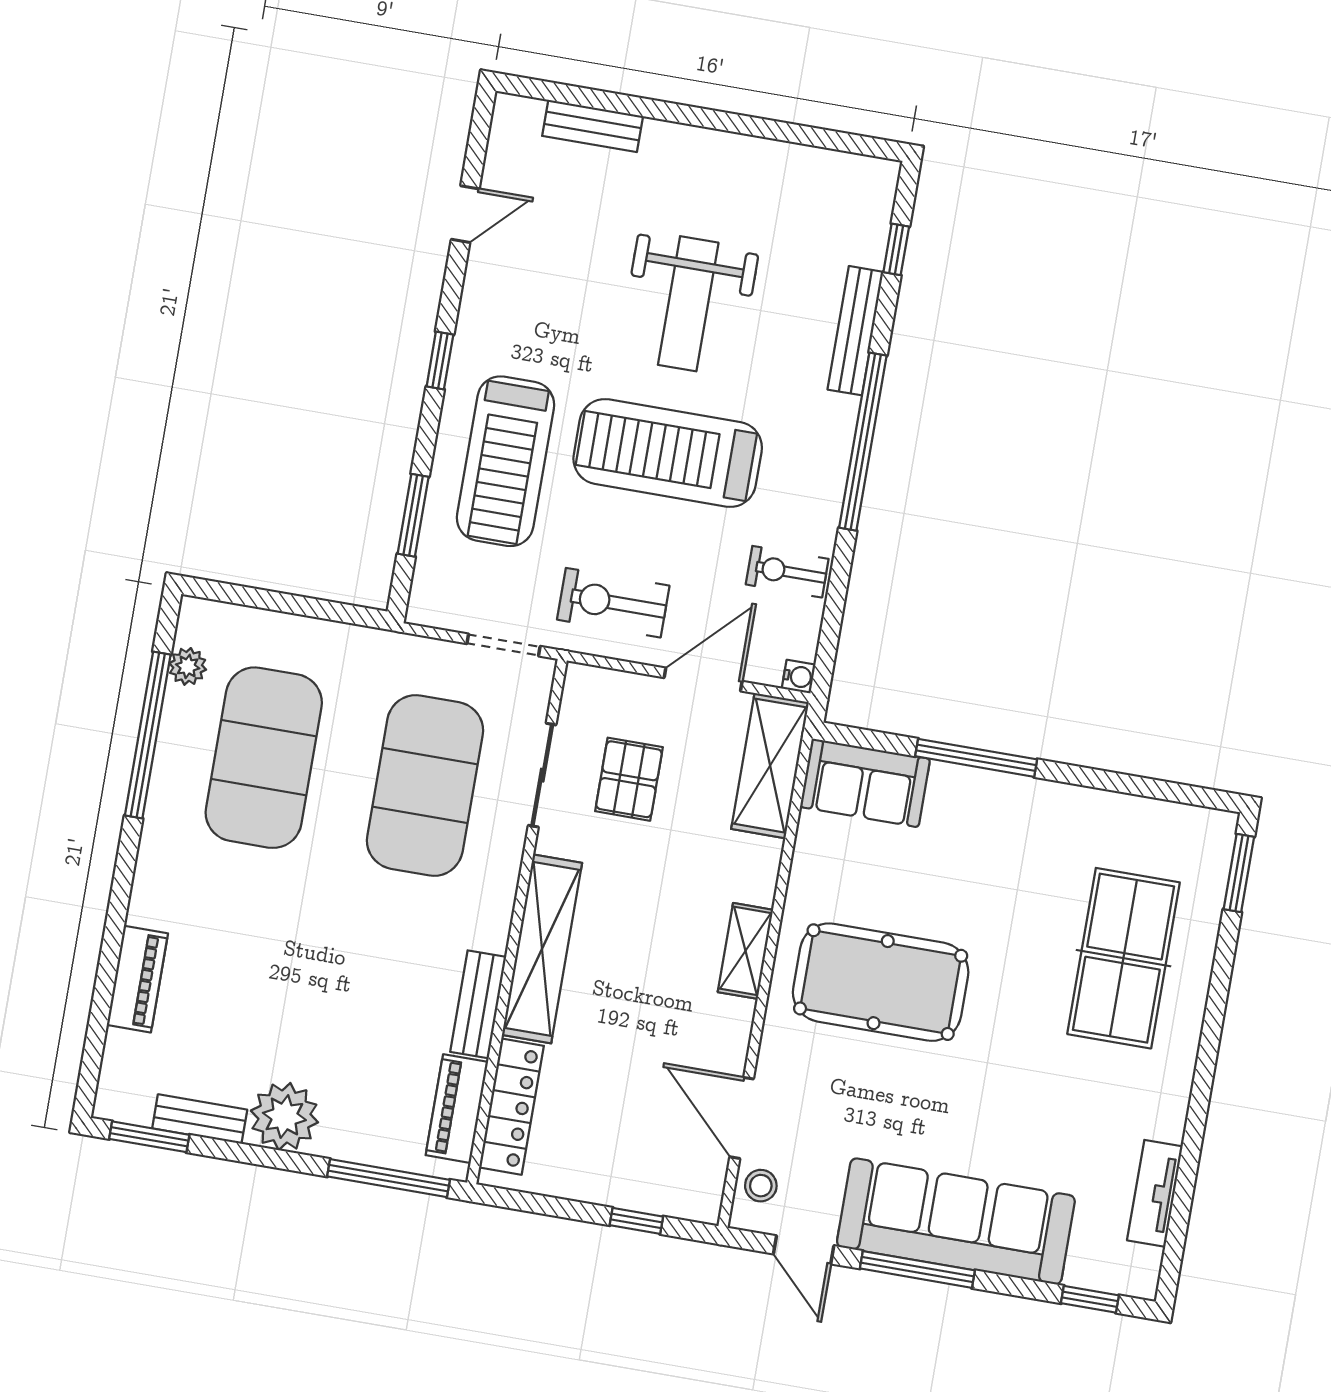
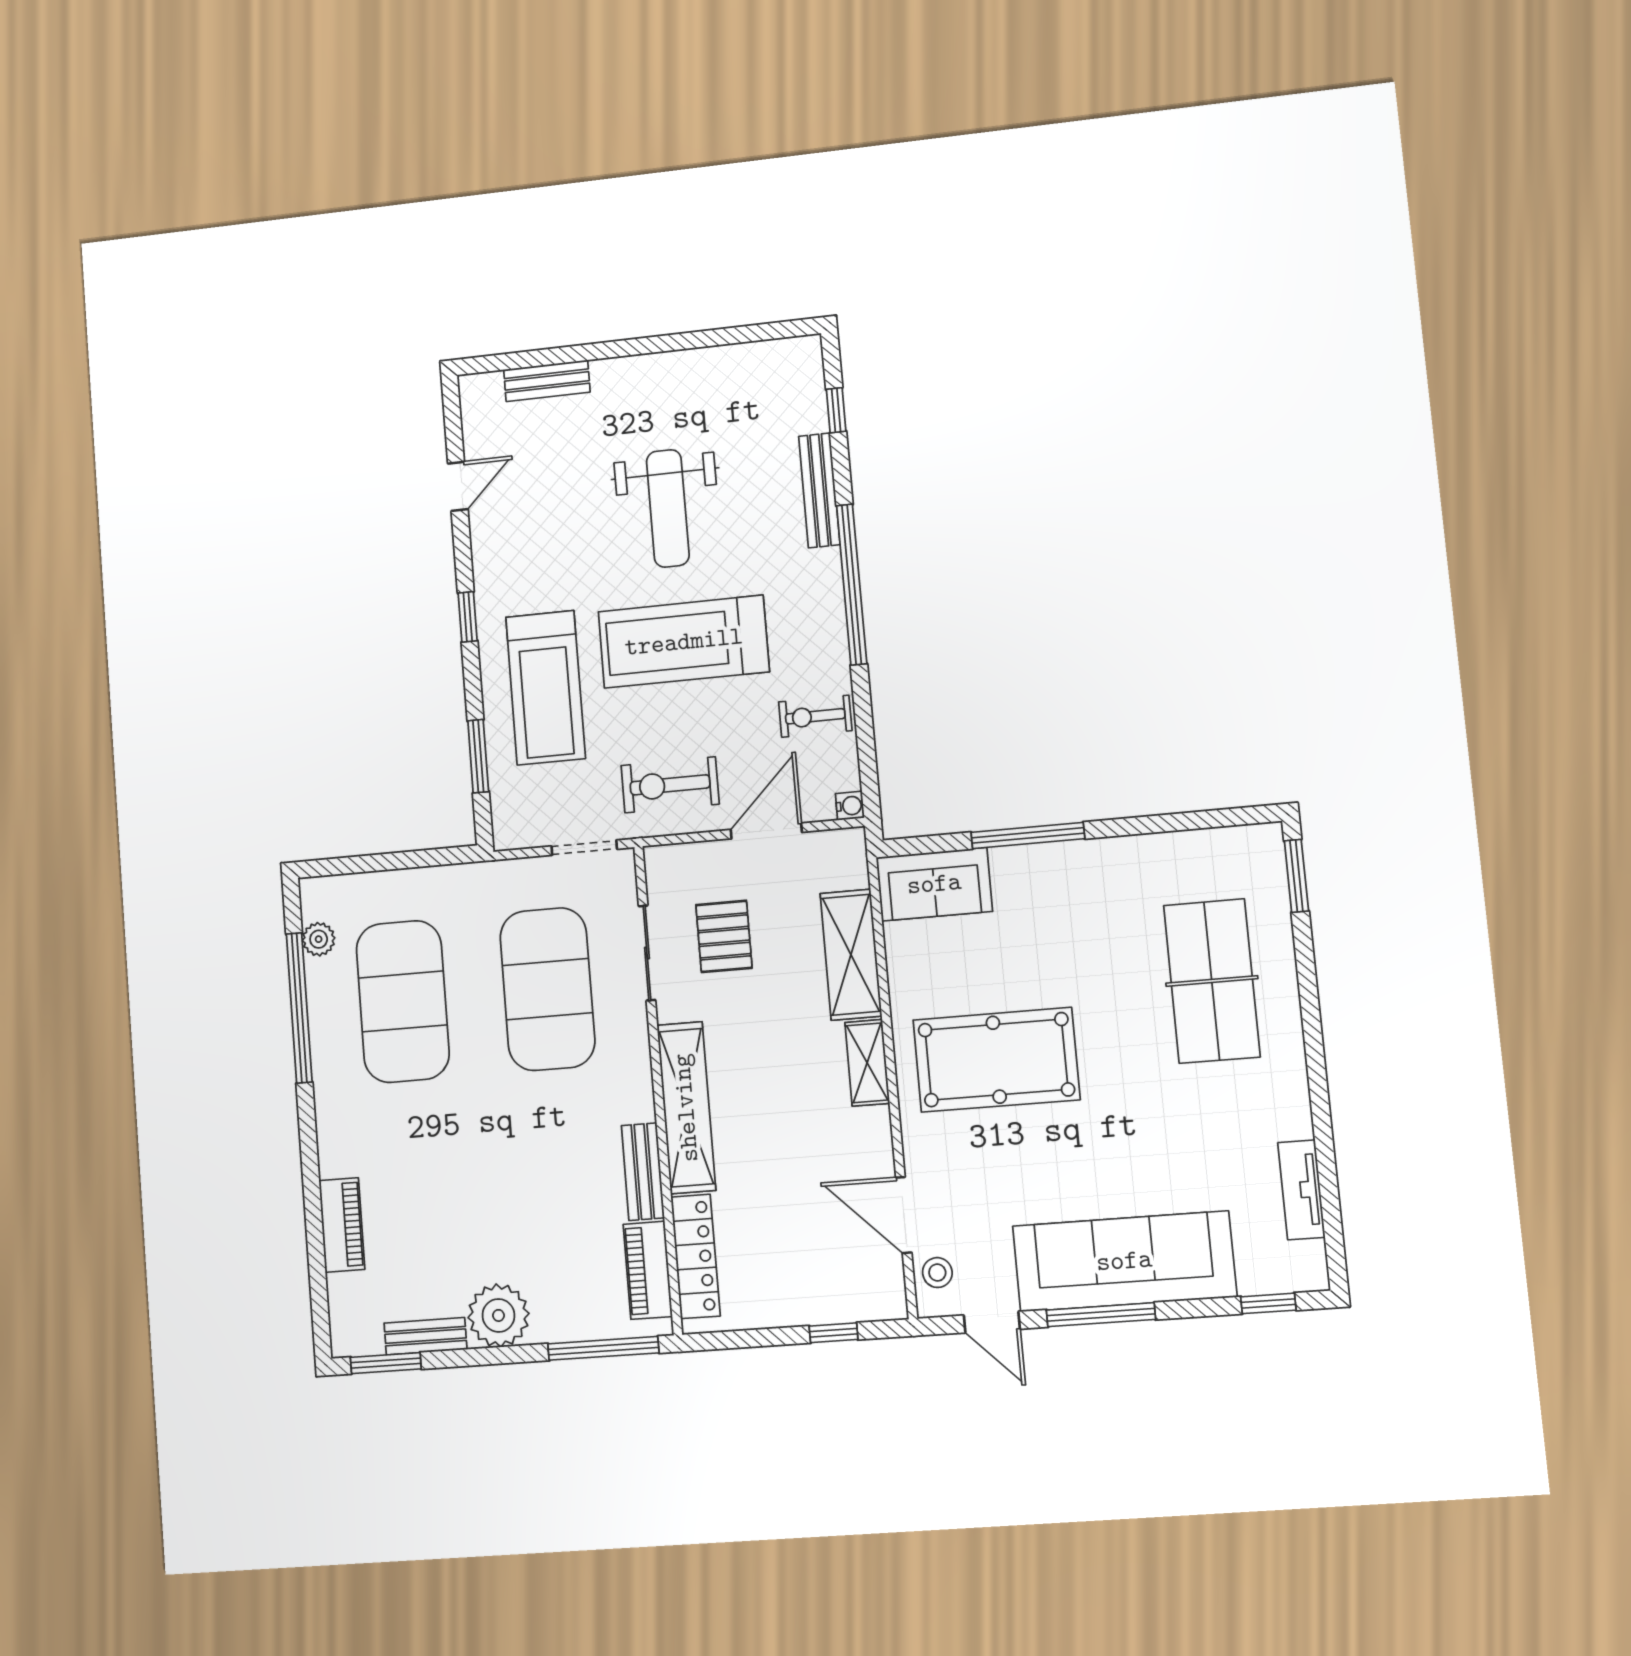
shelving: (770, 766) -> (851, 955), moved

